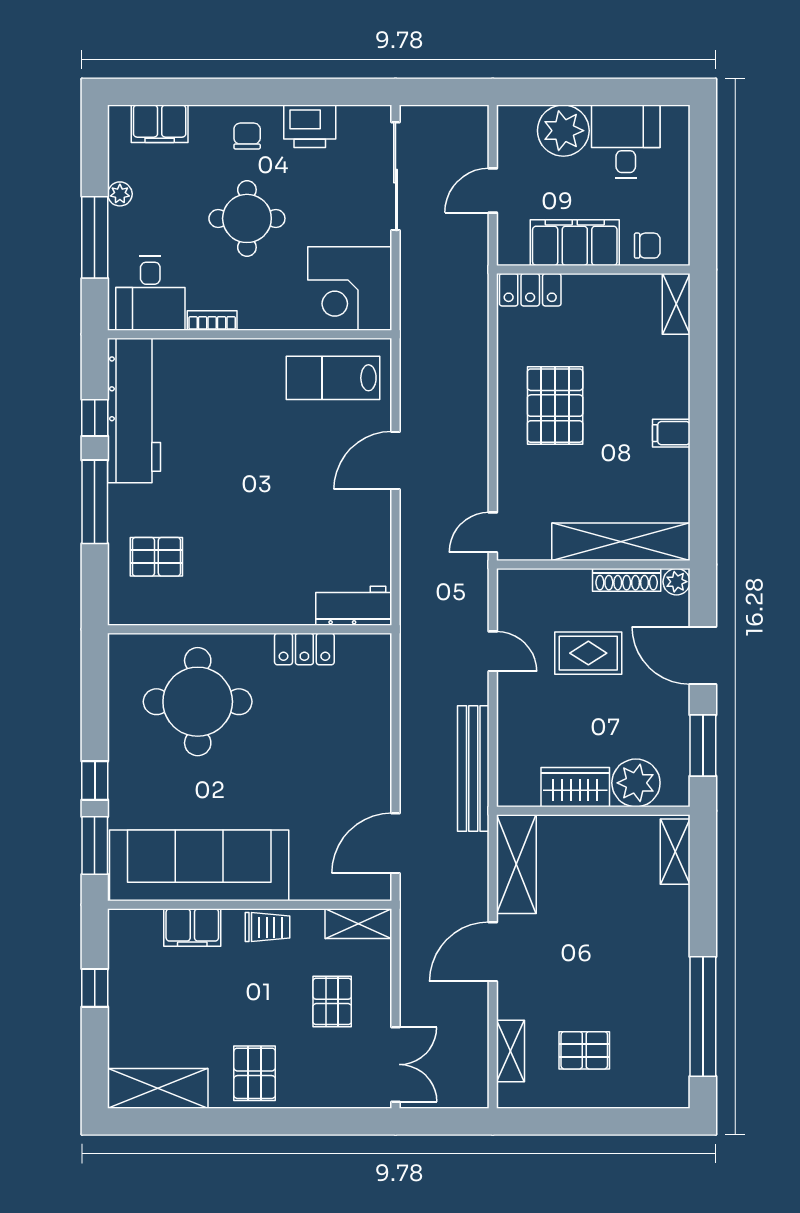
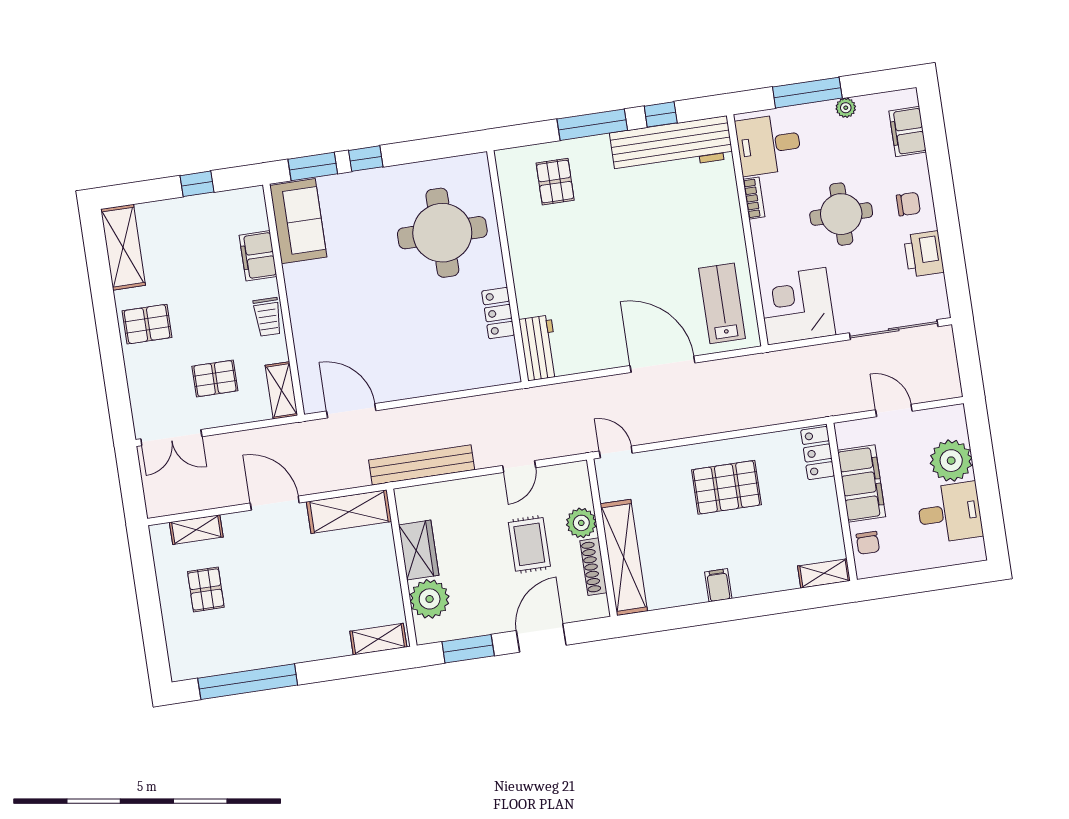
door: (396, 460) -> (662, 364), width x1.36
plant: (676, 582) -> (581, 523), moved, width x1.38, depth x1.38
sofa: (199, 865) -> (298, 221), width x0.54, depth x0.79

